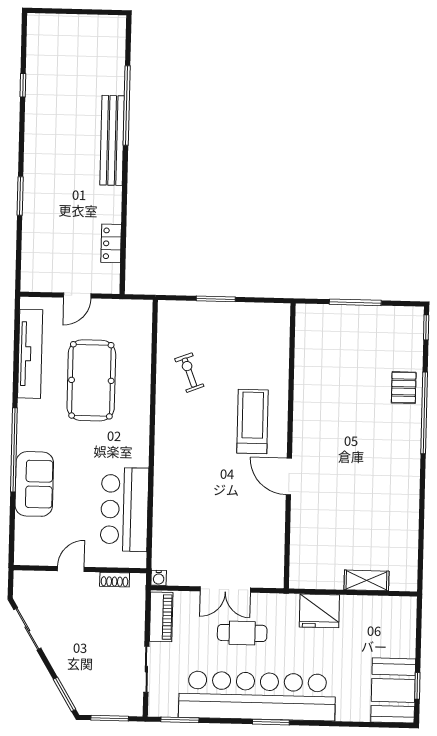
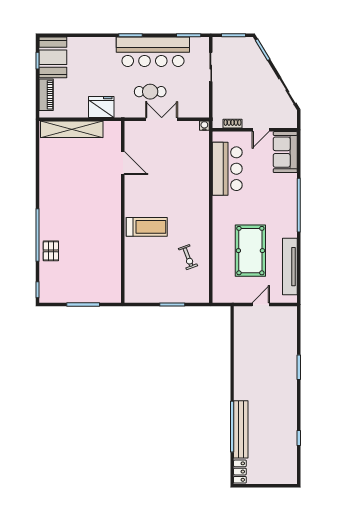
bench: (112, 140) -> (241, 429), moved
locker: (111, 243) -> (240, 472), moved
treadmill: (253, 421) -> (147, 227), turned -90
door: (289, 476) -> (123, 163), moved
sofa: (34, 484) -> (285, 152), moved
shelving: (366, 580) -> (72, 129), width x2.20, depth x1.33
piano: (161, 617) -> (46, 95), moved, turned 180
bar counter: (257, 696) -> (153, 52), width x0.73

